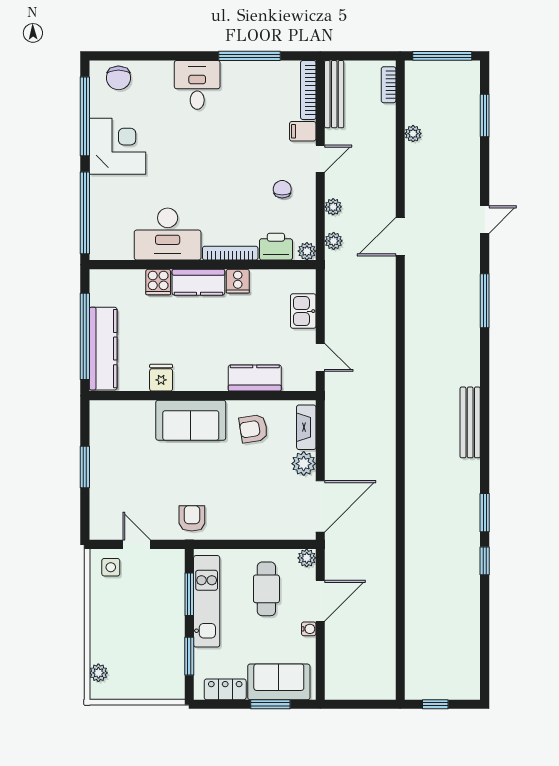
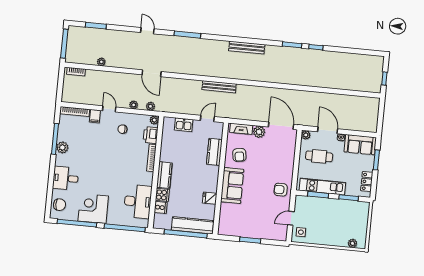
plant: (234, 72) -> (62, 147), added
desk: (197, 85) -> (66, 178), moved
bench: (334, 94) -> (219, 87), moved
desk: (168, 234) -> (138, 202), moved
cooker: (238, 281) -> (161, 207), moved
sofa: (279, 682) -> (360, 145), moved, turned -90

